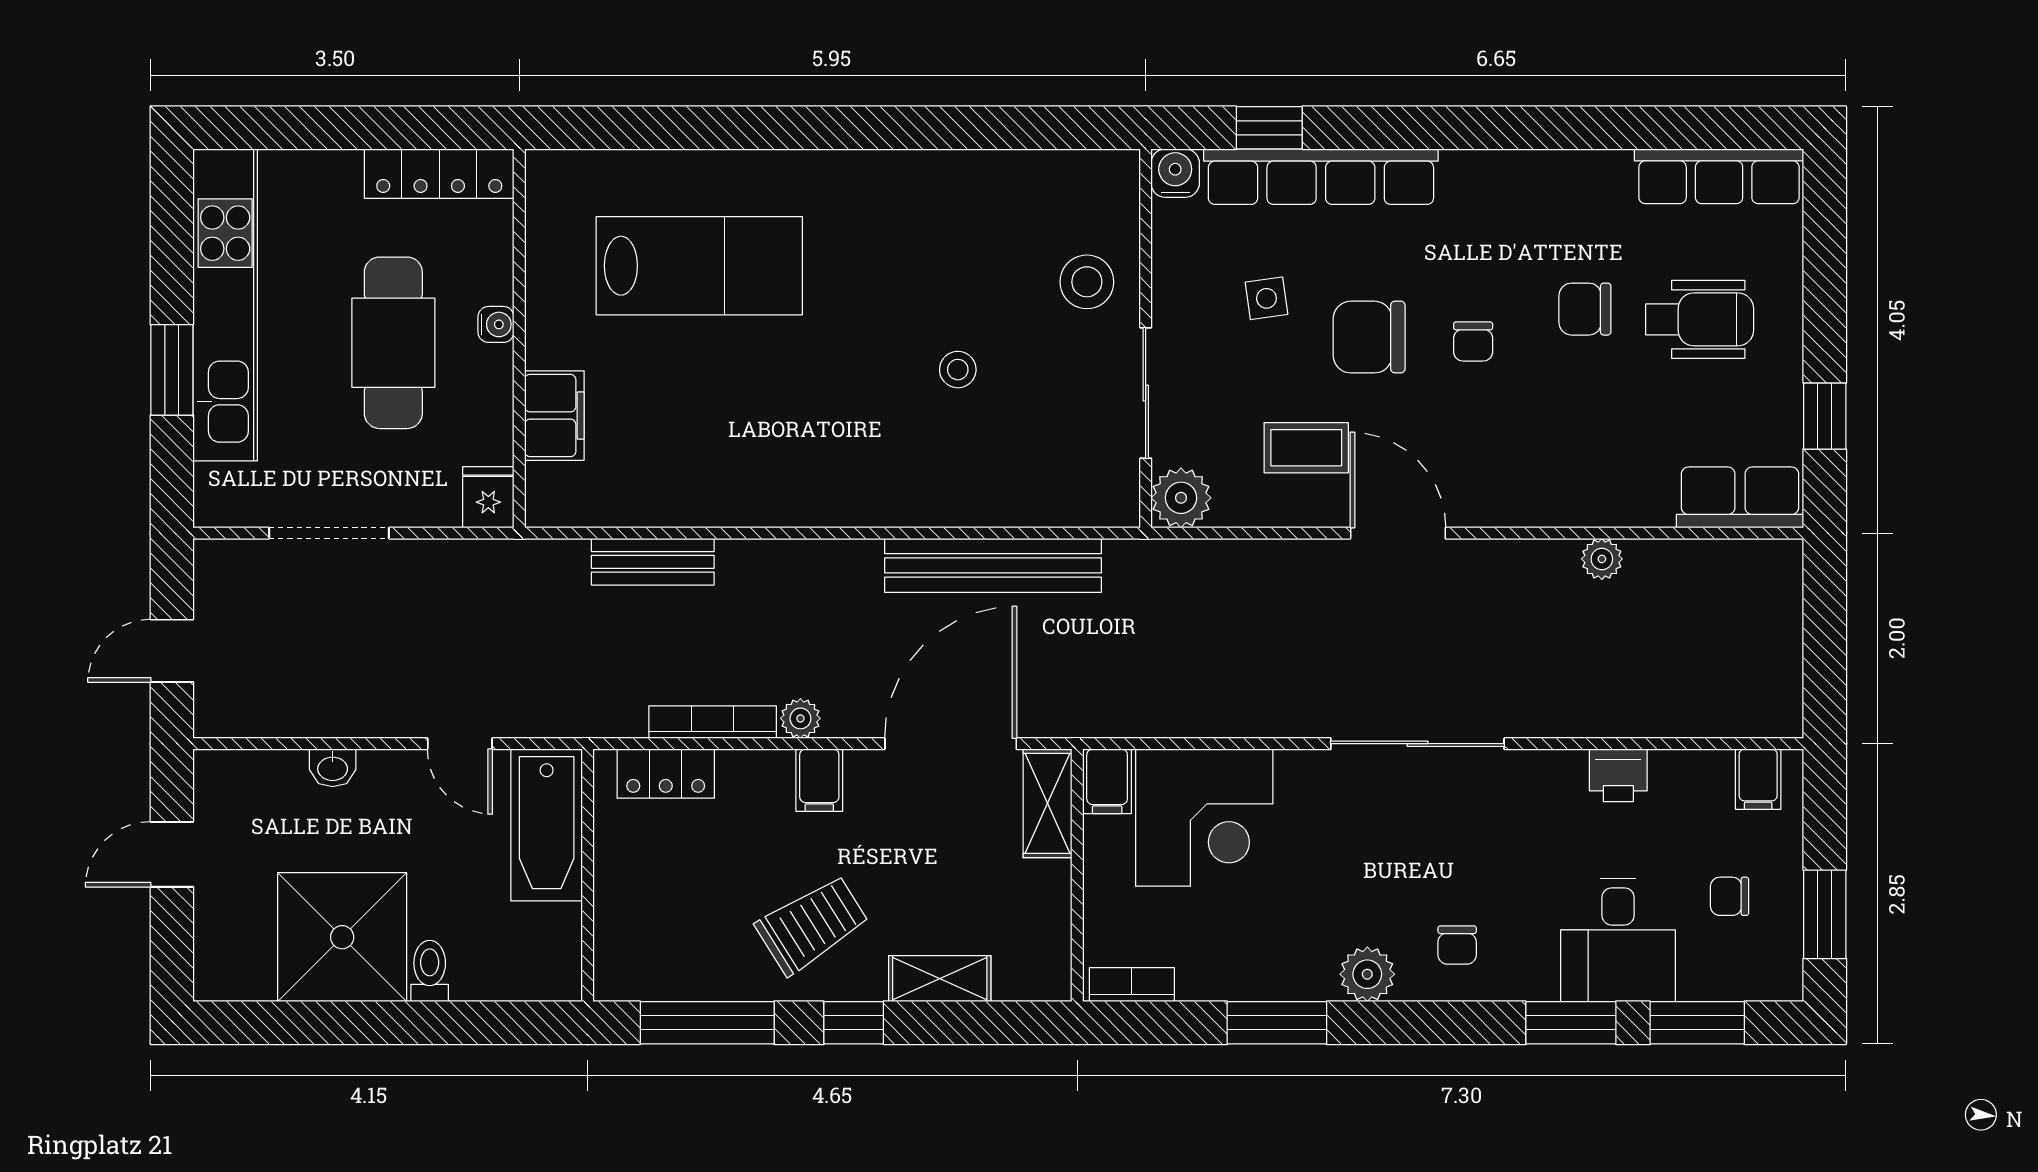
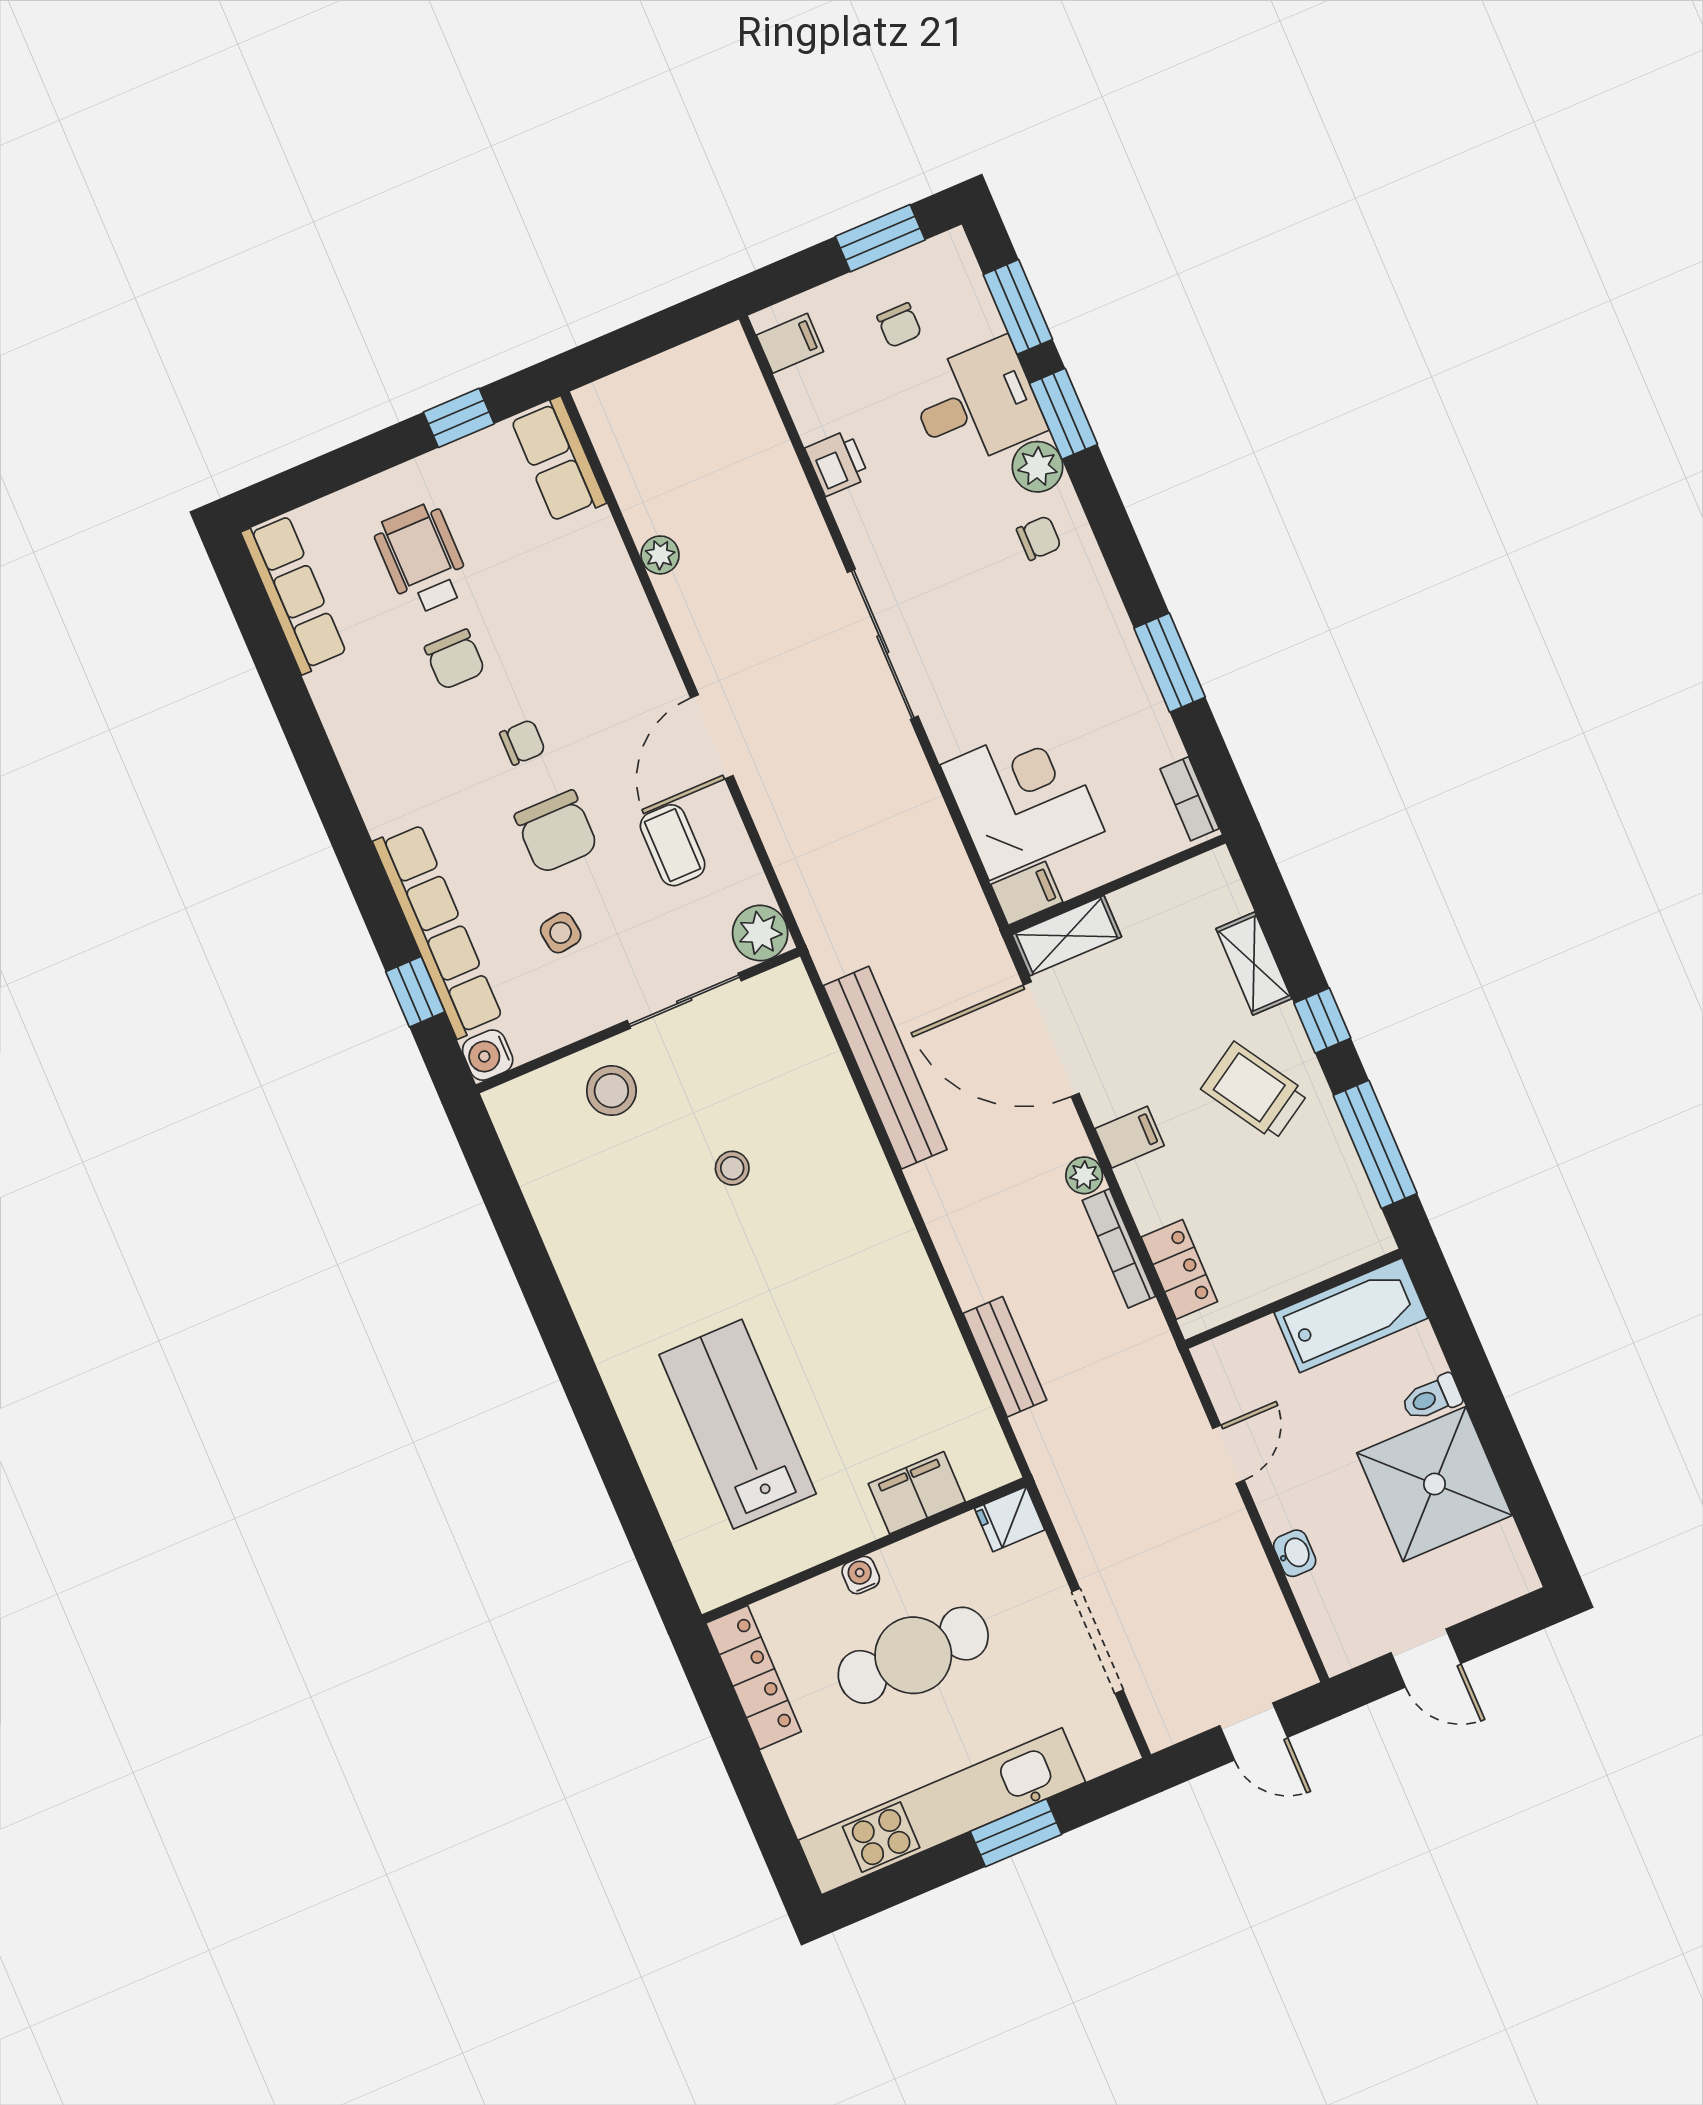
bathtub: (547, 825) -> (1351, 1315), moved
plant: (1367, 974) -> (1038, 467), moved

